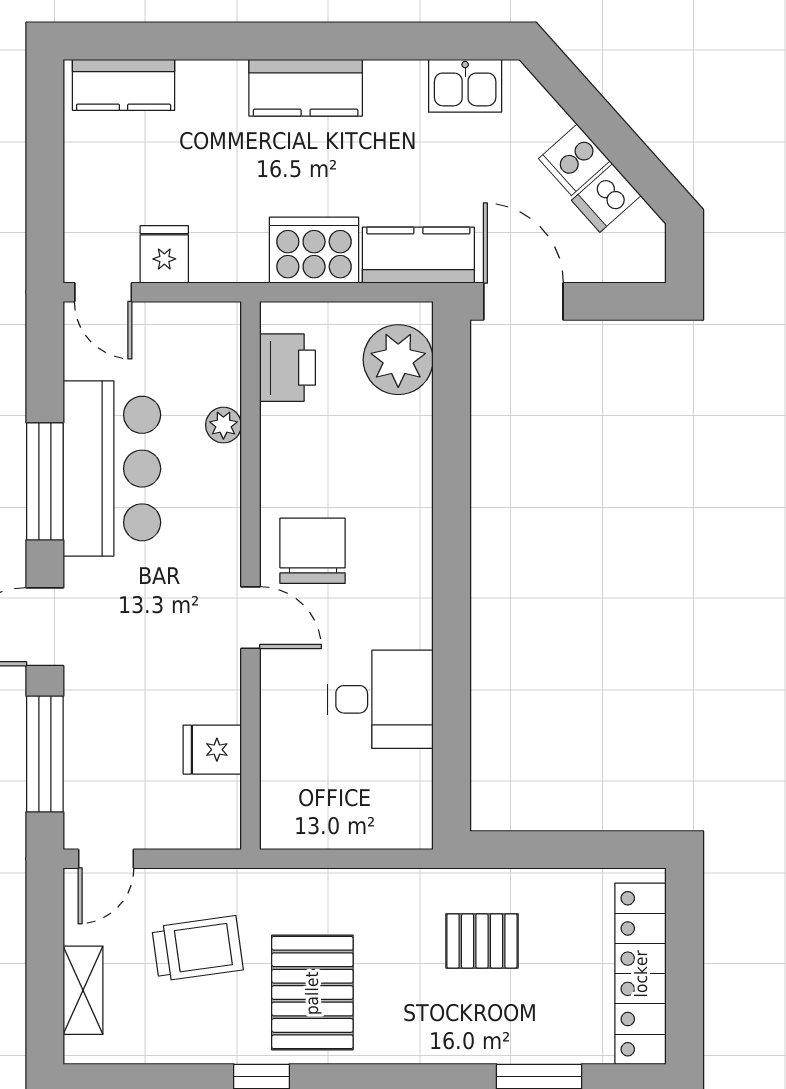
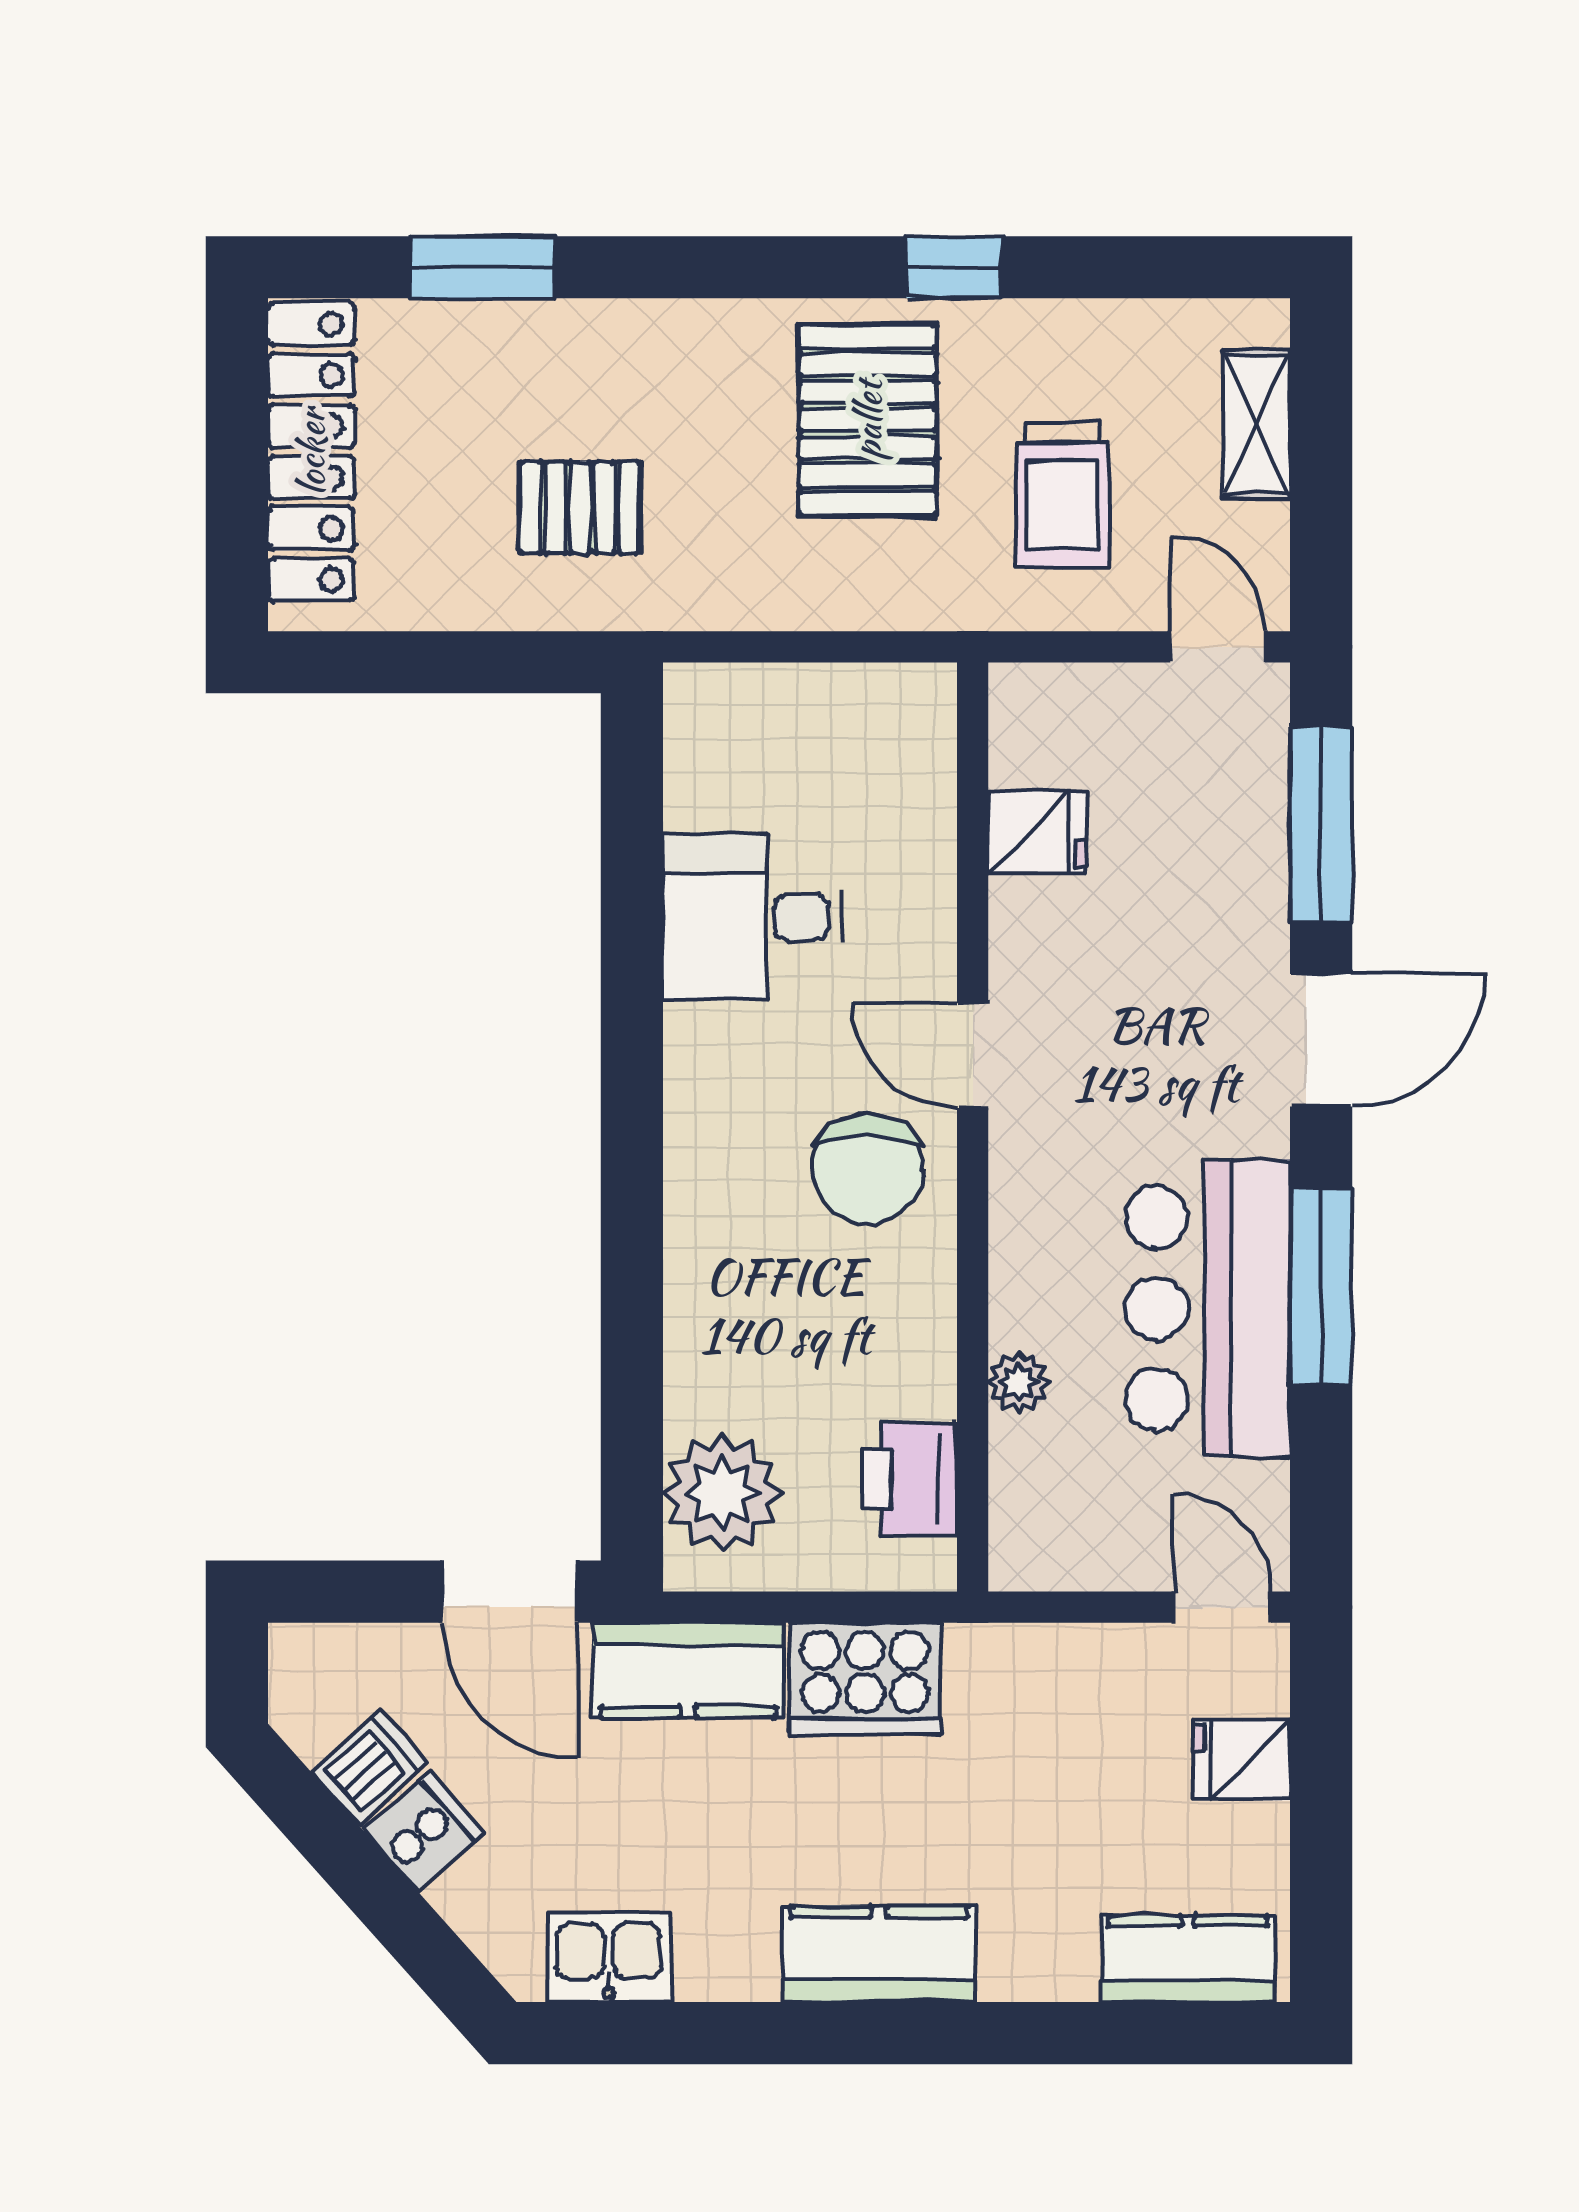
fridge: (164, 254) -> (1241, 1759), moved, turned 90
door: (106, 859) -> (1218, 647), hinge flipped
trolley: (198, 948) -> (1062, 495), turned -82

